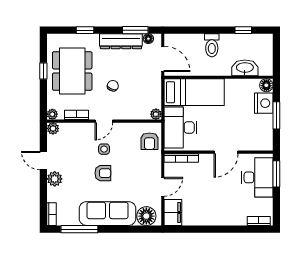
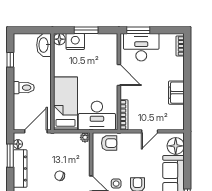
washbasin: (245, 68) -> (44, 45), moved
door: (163, 187) -> (150, 131), swing flipped
filing cabinet: (173, 212) -> (176, 93), moved, turned -90

